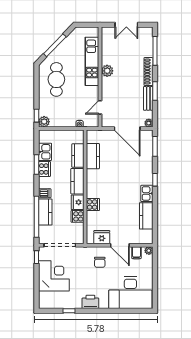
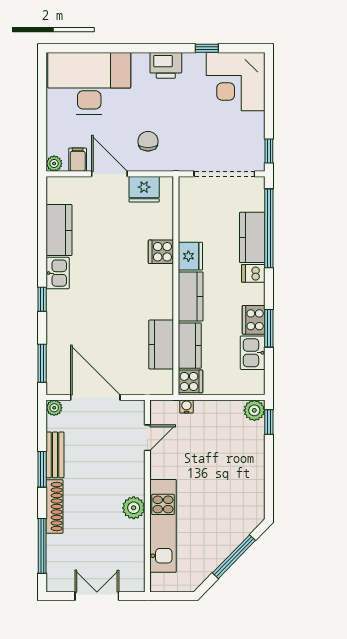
cafe table: (56, 79) -> (231, 491), removed
cooker: (78, 216) -> (190, 381), moved
corner desk: (54, 276) -> (236, 82), moved

